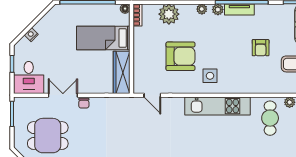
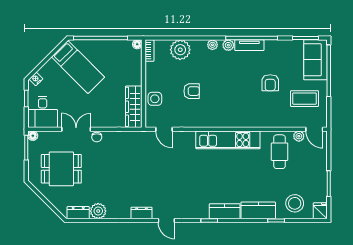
nightstand: (31, 35) -> (36, 79), moved
bed: (103, 38) -> (78, 67), moved, turned -135
armchair: (180, 56) -> (192, 91), width x0.53, depth x0.53
side table: (210, 76) -> (155, 99), moved
floor lamp: (19, 102) -> (33, 136), added

